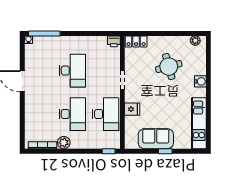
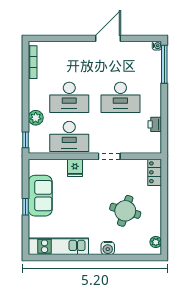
printer: (114, 41) -> (155, 124), moved
round table: (169, 67) -> (125, 211), turned 32
plant: (64, 143) -> (36, 118), moved

